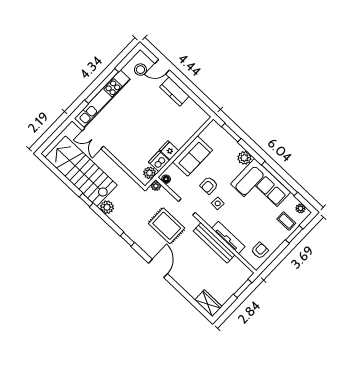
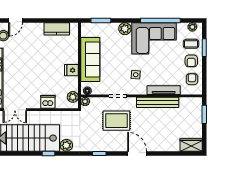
kitchen counter: (174, 92) -> (57, 29), moved
sofa: (192, 156) -> (90, 59), width x1.36
dishwasher: (159, 161) -> (48, 102), moved, turned 90
armchair: (209, 185) -> (191, 61), moved

